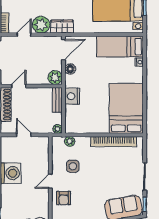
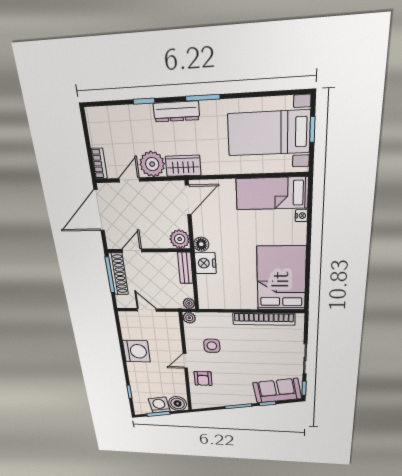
floor lamp: (70, 69) -> (201, 244), moved
plant: (70, 141) -> (189, 318), moved

